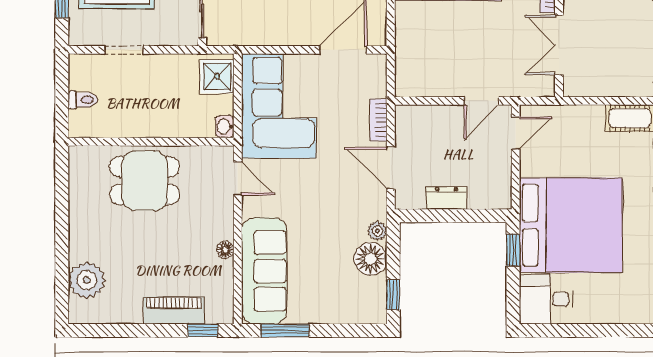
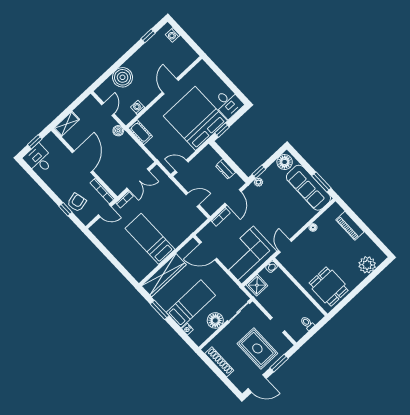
door: (481, 101) -> (193, 200), moved
dining table: (145, 181) -> (329, 287), moved
floor lamp: (371, 259) -> (285, 162), moved
sofa: (264, 271) -> (308, 188), moved, turned -90
window: (393, 295) -> (259, 172), moved
window: (203, 330) -> (347, 210), removed

